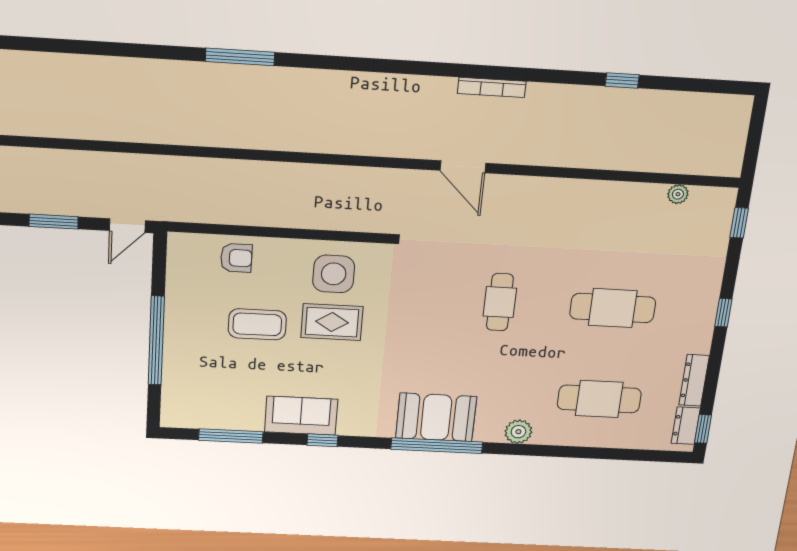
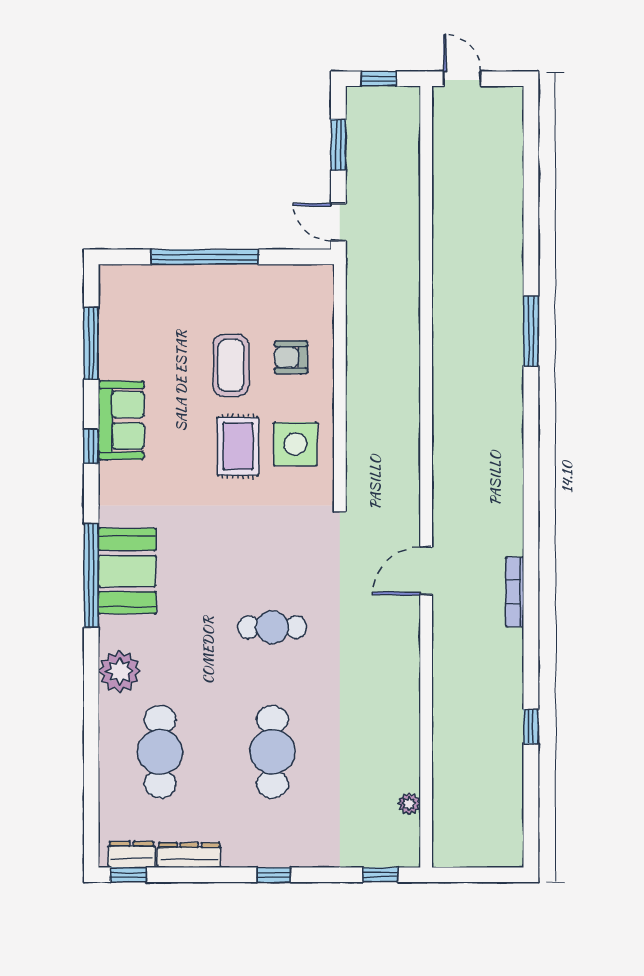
armchair: (236, 258) -> (291, 357), moved, turned 90
plant: (518, 432) -> (120, 671), width x1.36, depth x1.36

